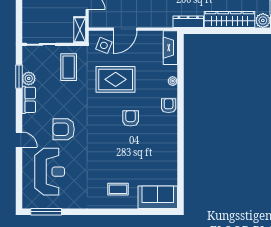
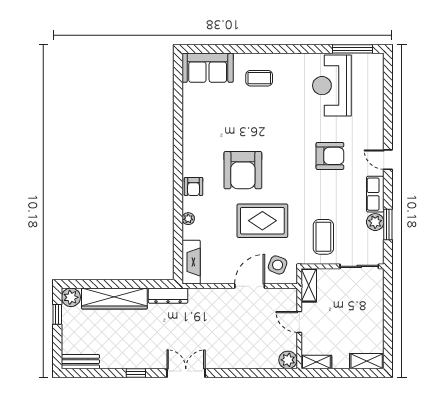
armchair: (131, 118) -> (243, 170), width x1.88, depth x1.88
door: (19, 140) -> (388, 160), moved
reception desk: (50, 172) -> (332, 86), moved

